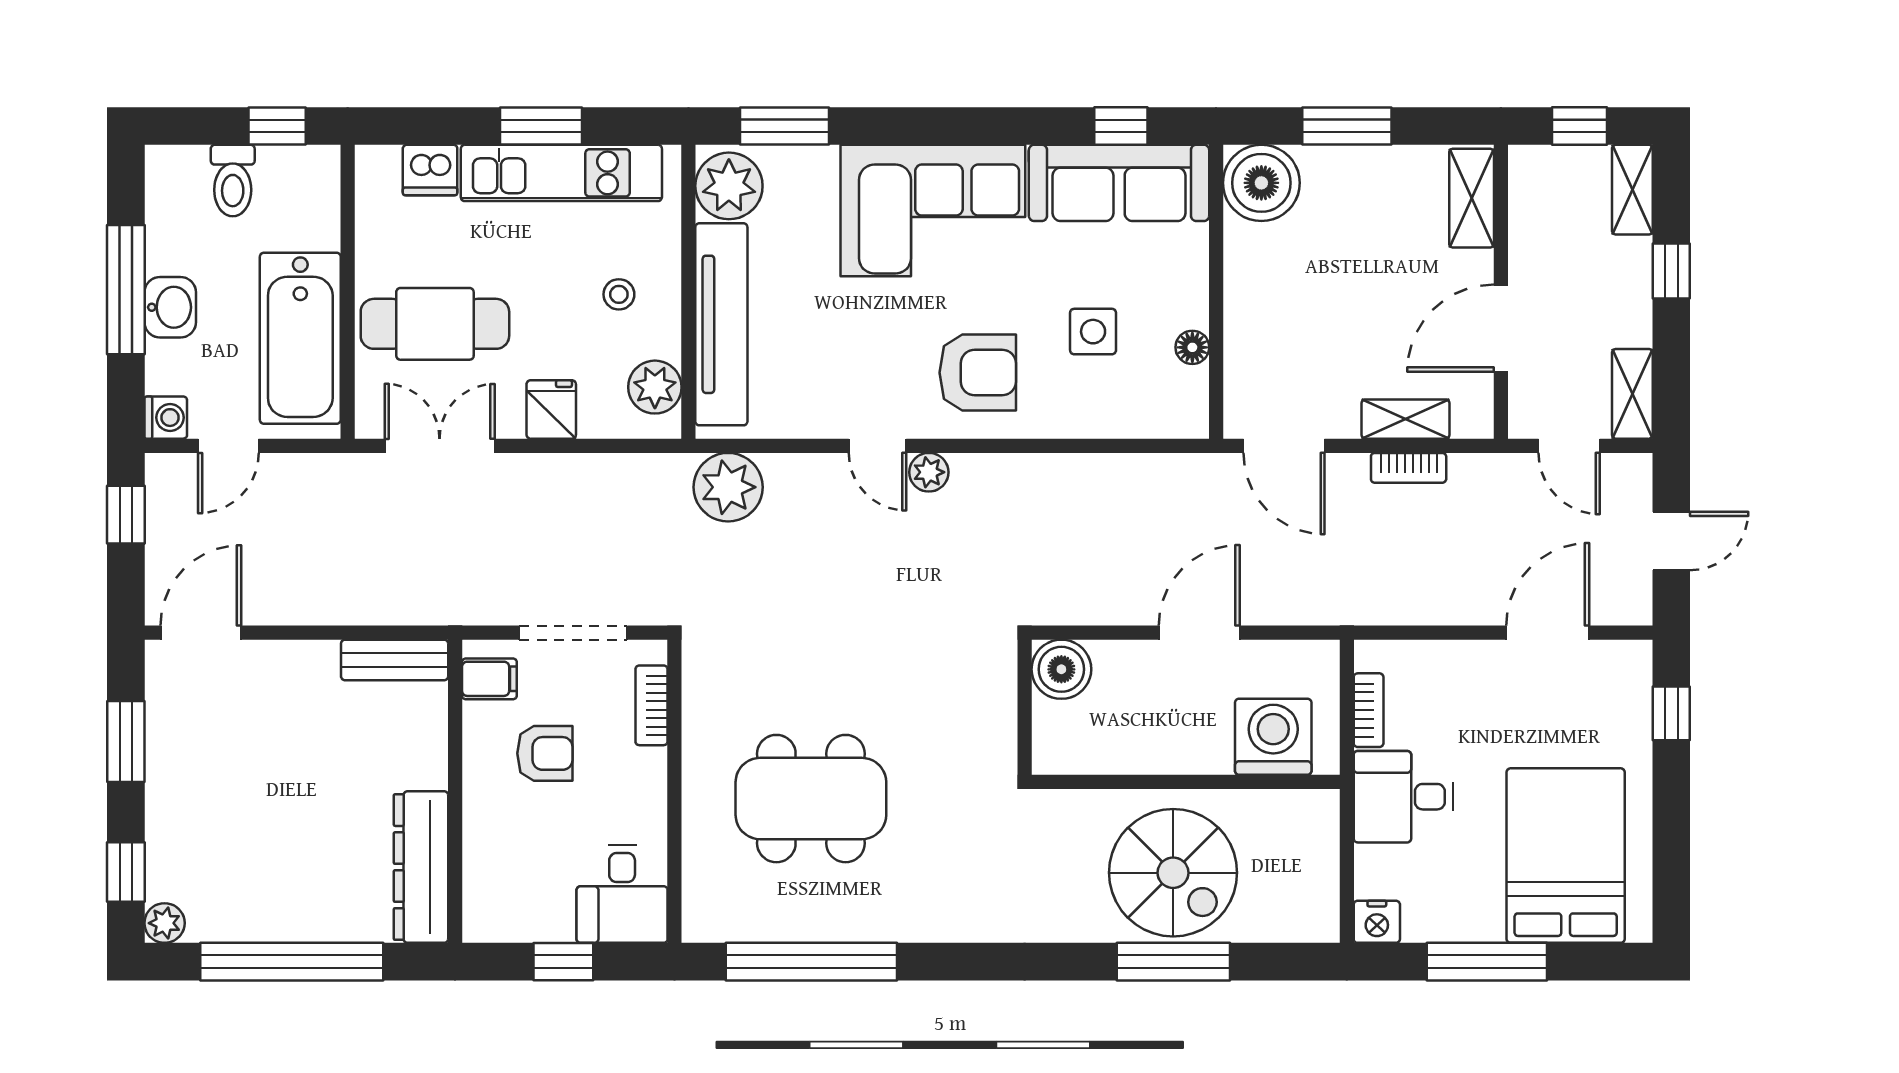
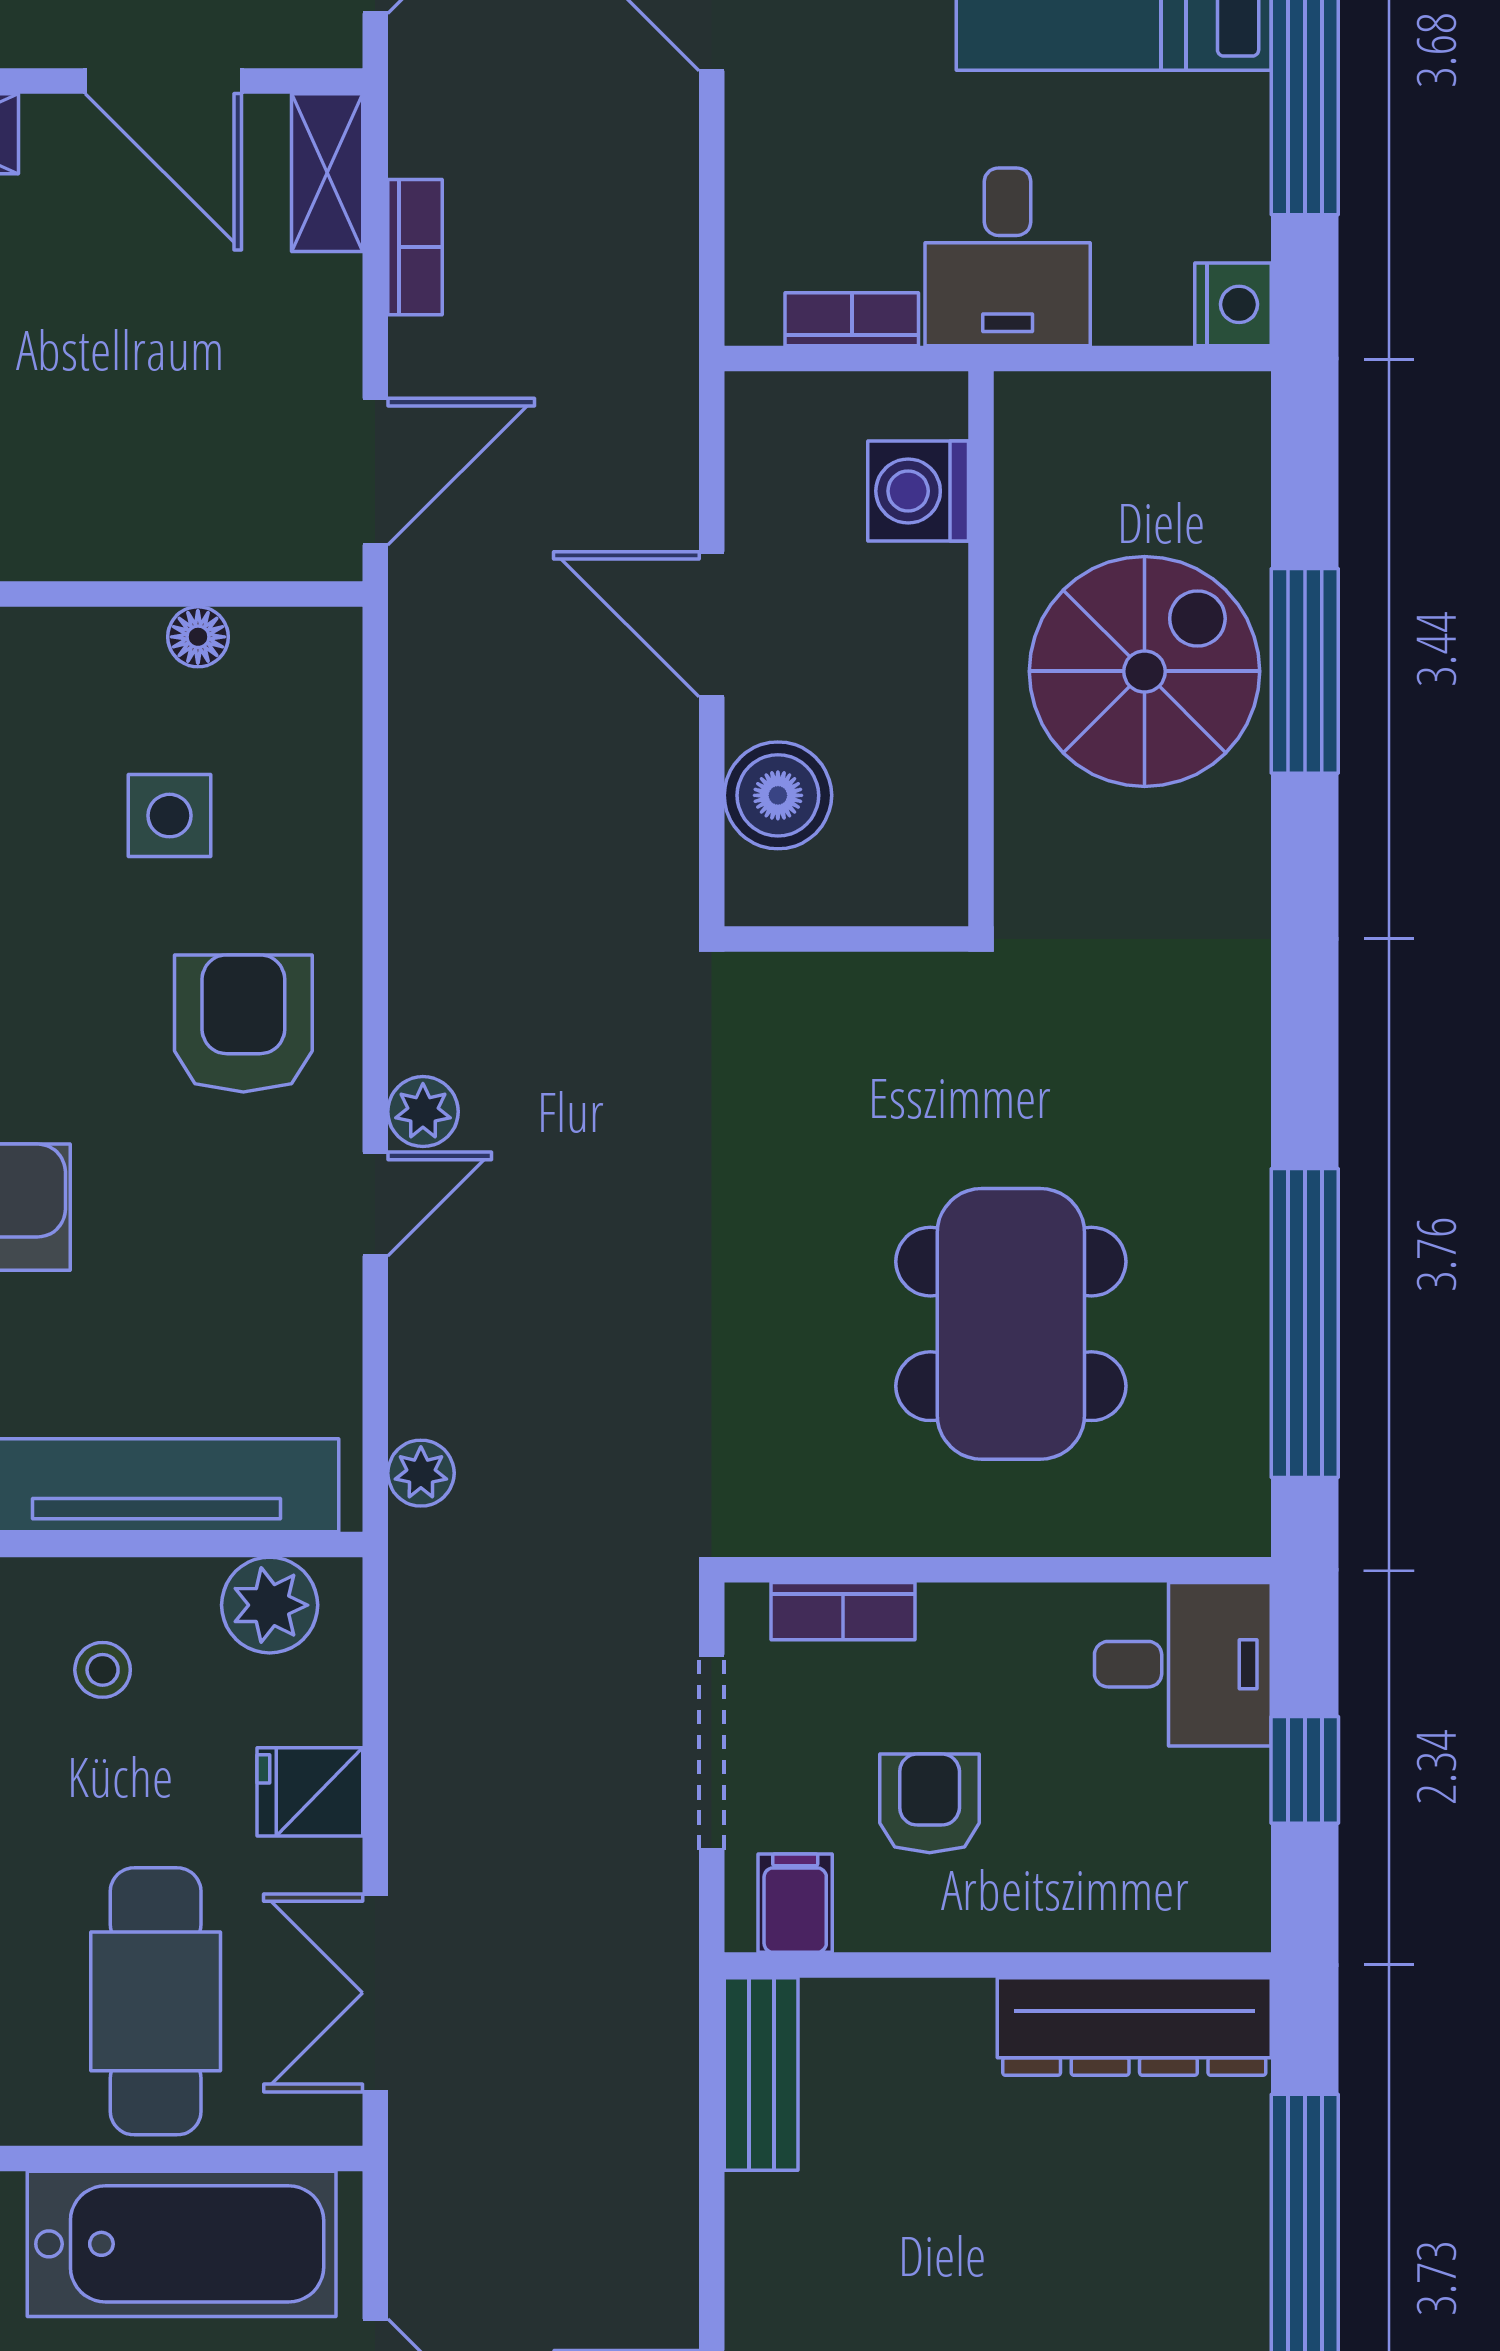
shelving: (1406, 419) -> (327, 173), moved
plant: (728, 487) -> (421, 1473), width x0.53, depth x0.53
boiler: (1061, 669) -> (778, 795), moved
washing machine: (1273, 737) -> (918, 491), width x0.73, depth x0.73

